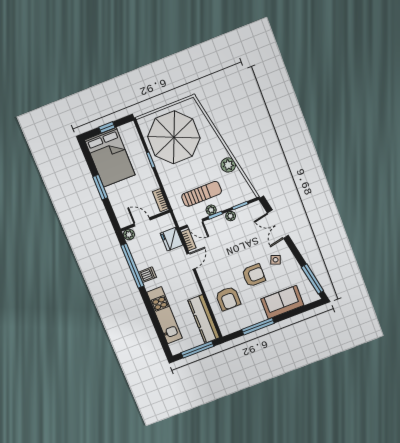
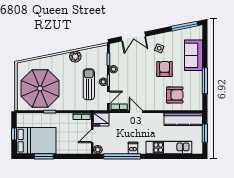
window: (100, 187) -> (44, 156), moved
fridge: (172, 239) -> (101, 120), moved
window: (197, 350) -> (205, 133), width x0.69

